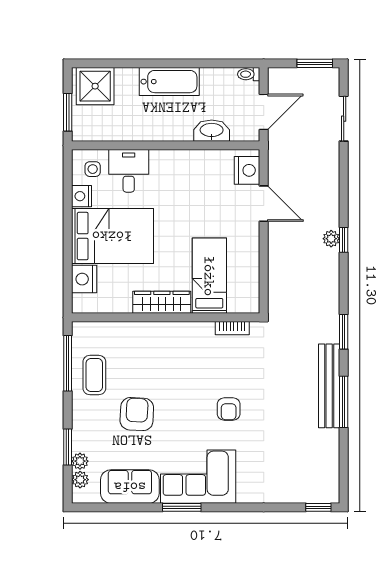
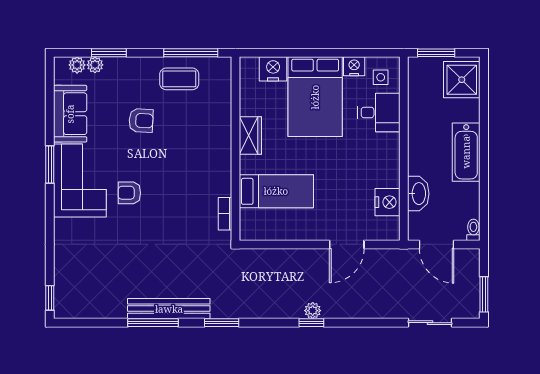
nightstand: (247, 170) -> (388, 202), moved, turned -90
wardrobe: (162, 302) -> (250, 136), width x0.67
armchair: (229, 409) -> (129, 193), moved
armchair: (137, 414) -> (141, 120), width x0.72, depth x0.72

